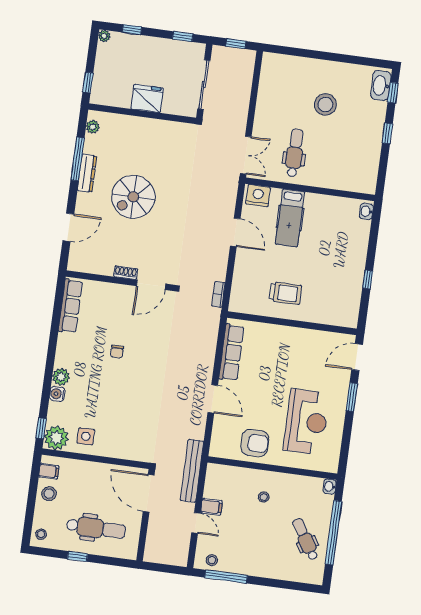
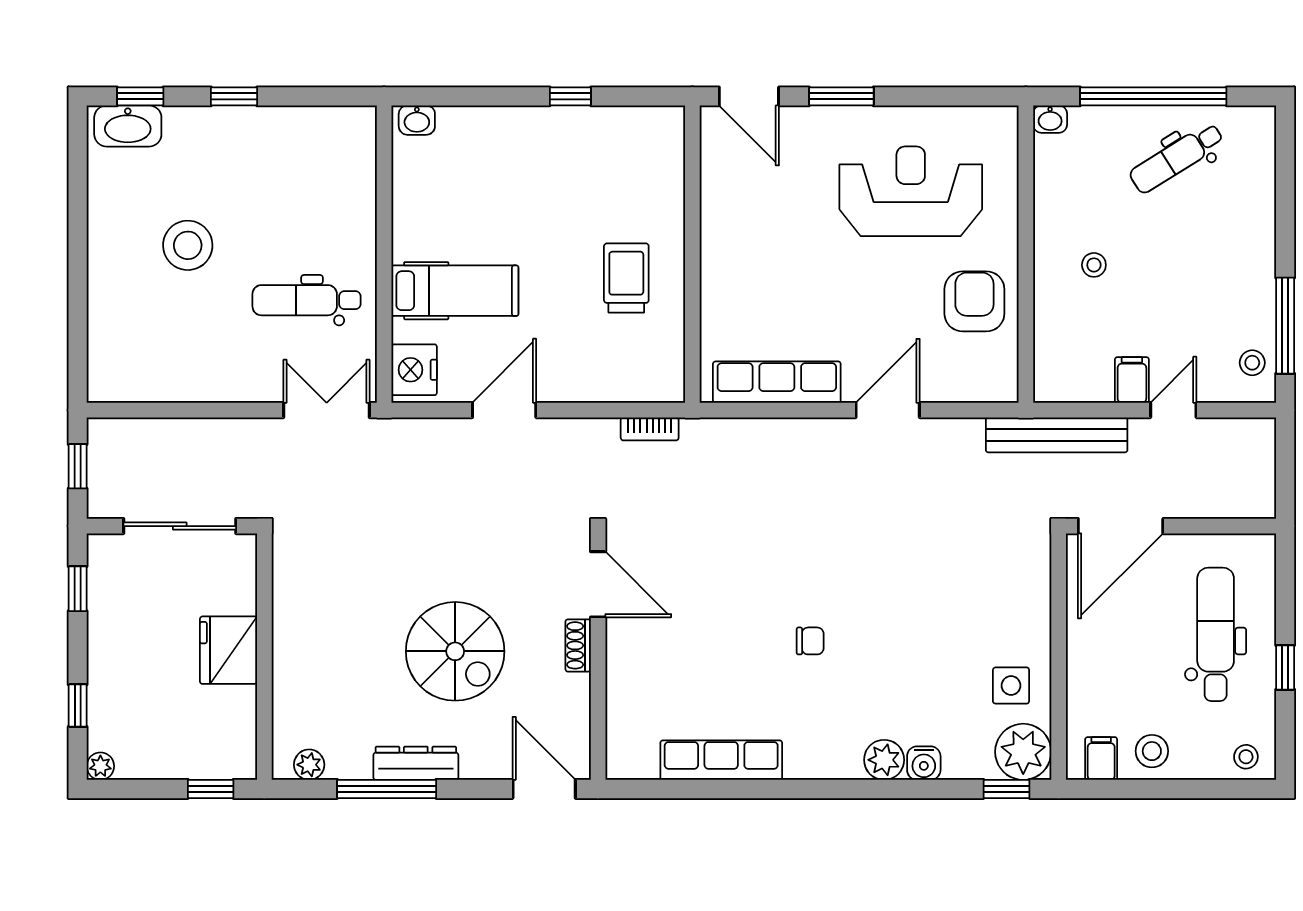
shoe rack: (126, 273) -> (578, 645), moved
wall: (120, 281) -> (598, 657), moved
door: (151, 285) -> (598, 584), moved

